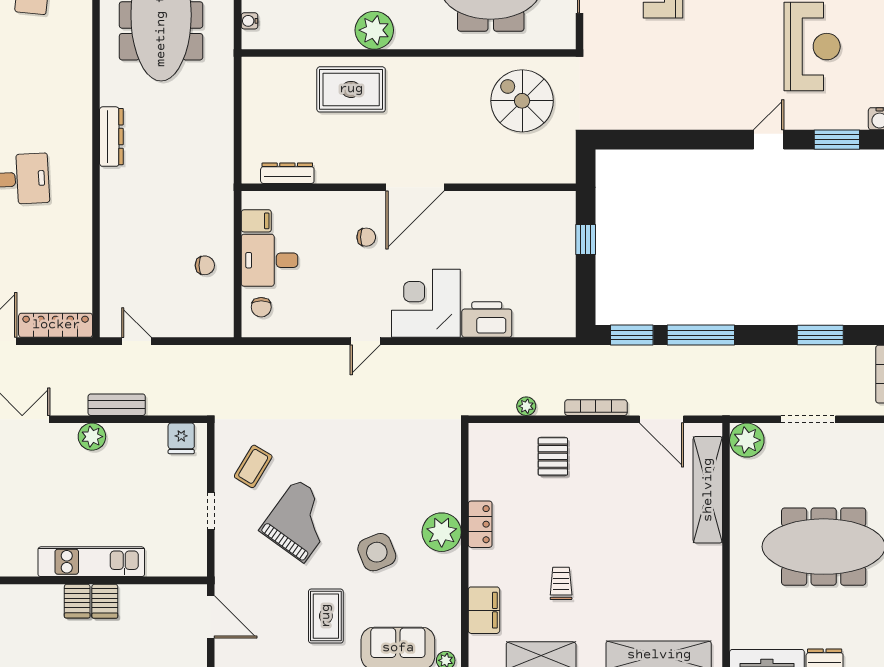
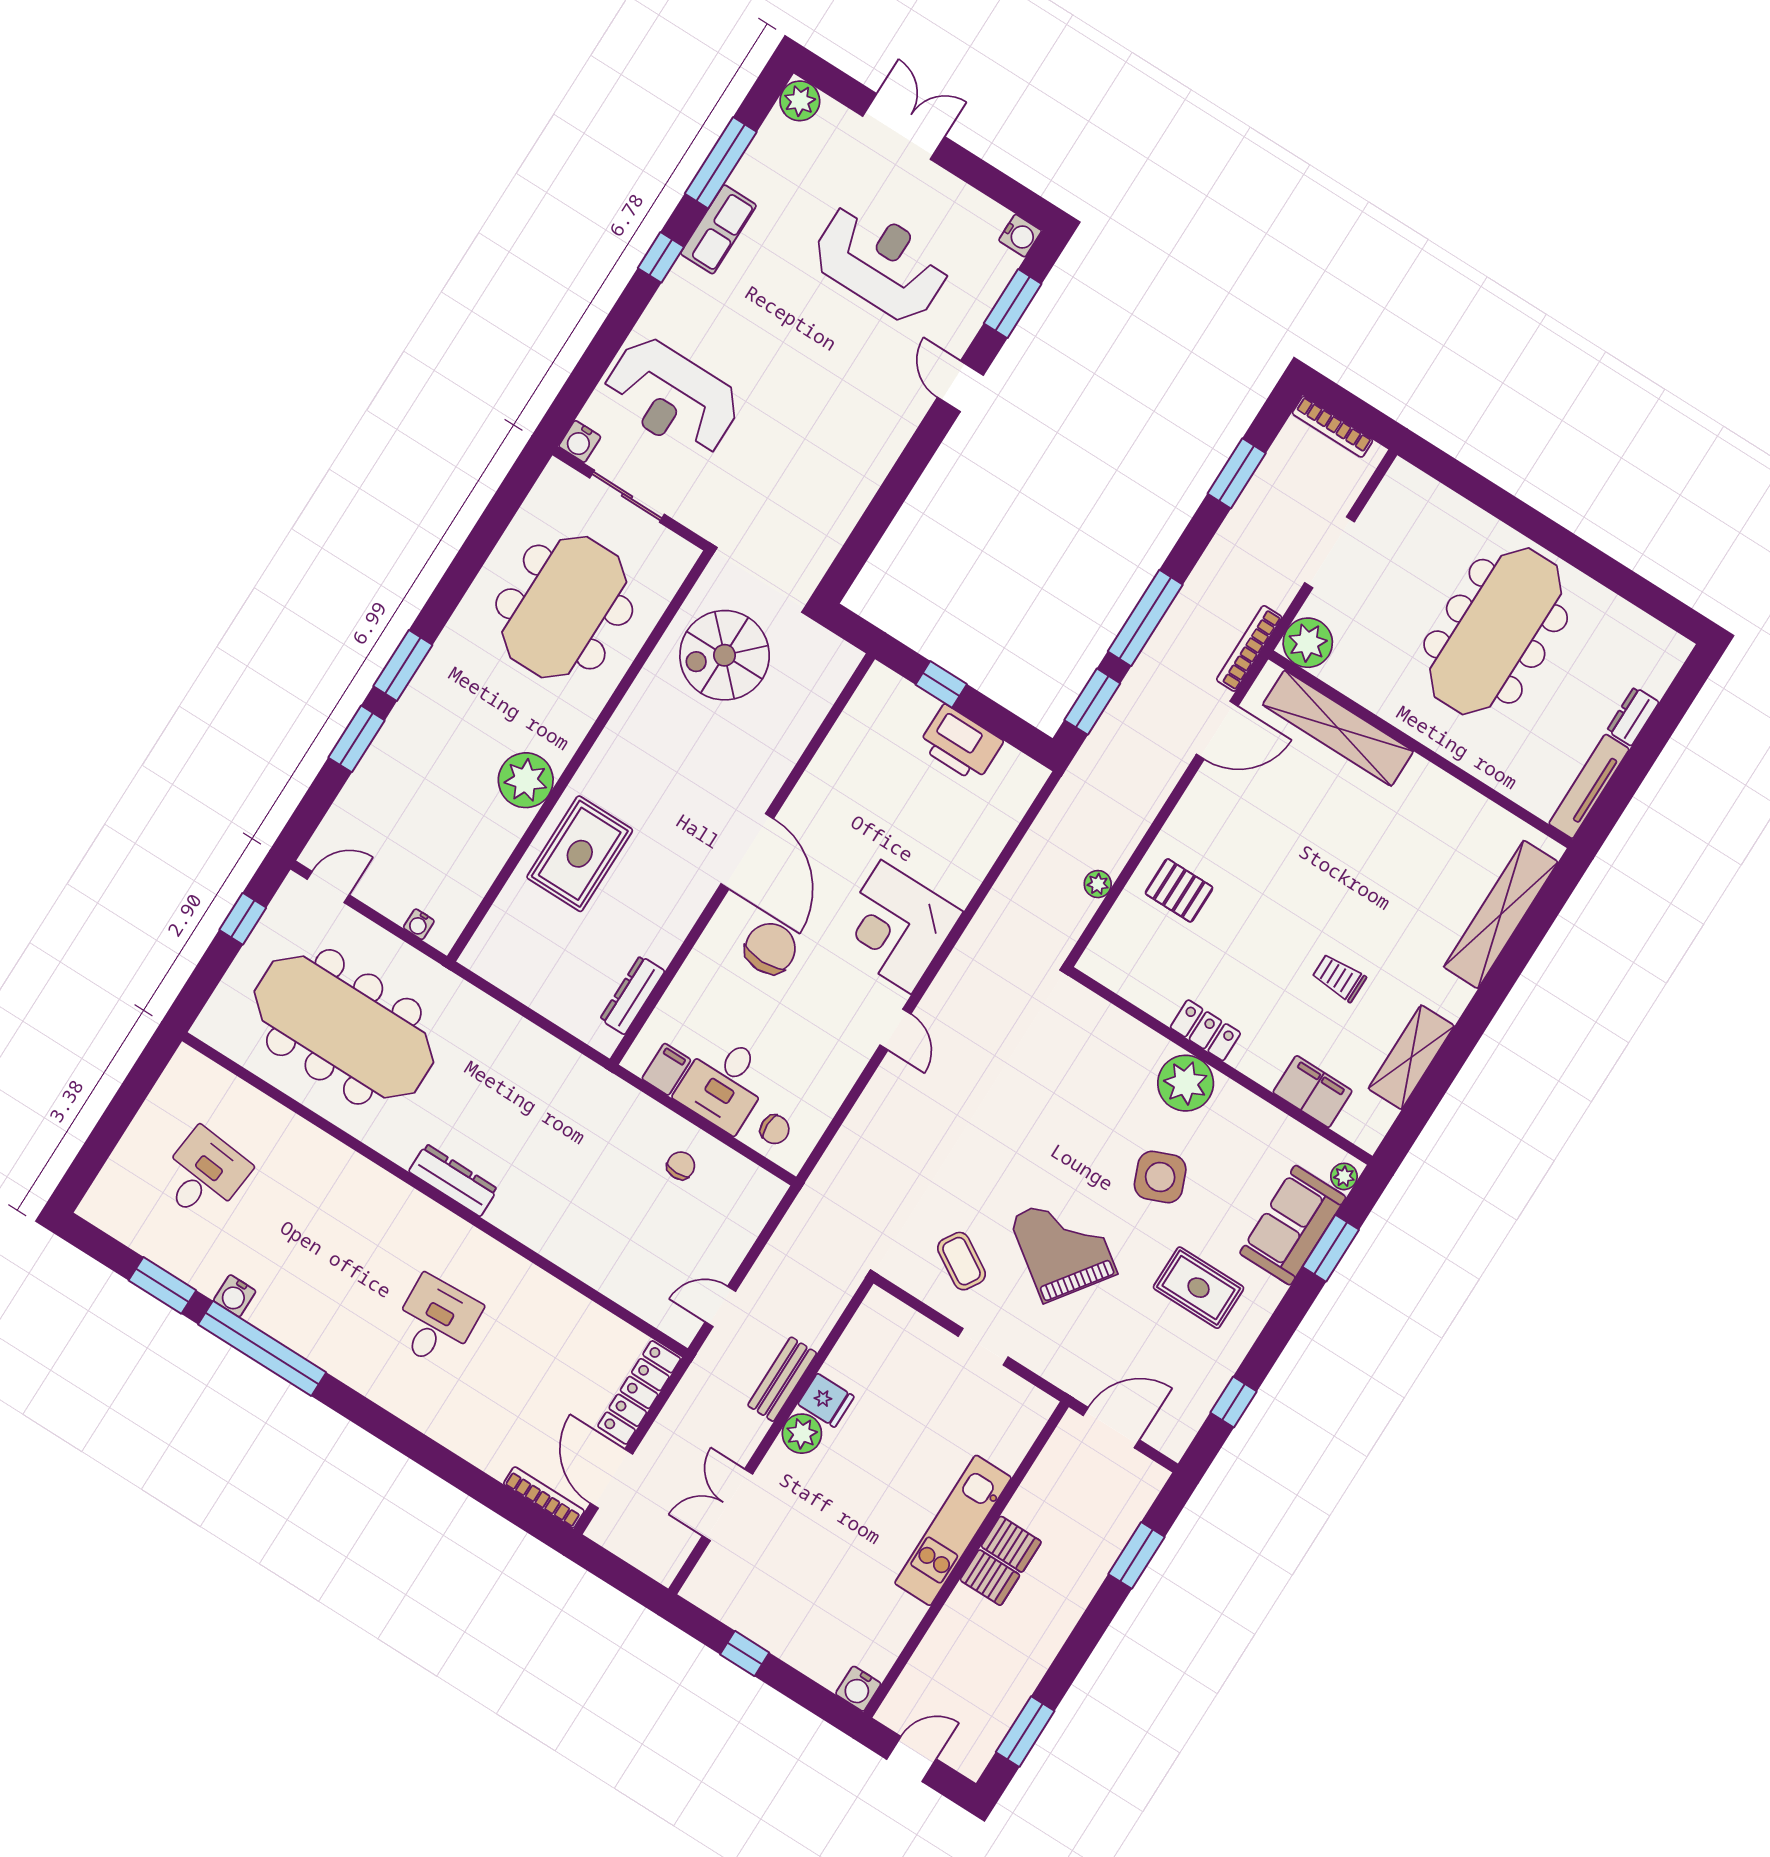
chair: (366, 237) -> (770, 948), width x1.87, depth x1.87
printer: (487, 320) -> (961, 744), moved, turned -90
bookcase: (596, 408) -> (1249, 648), moved
fridge: (181, 438) -> (826, 1400), moved

